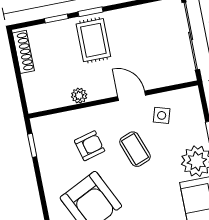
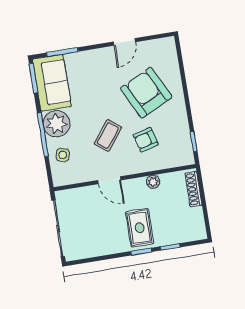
shoe rack: (23, 52) -> (193, 189), moved
side table: (162, 115) -> (63, 155), moved
coffee table: (135, 149) -> (108, 136), turned 58

